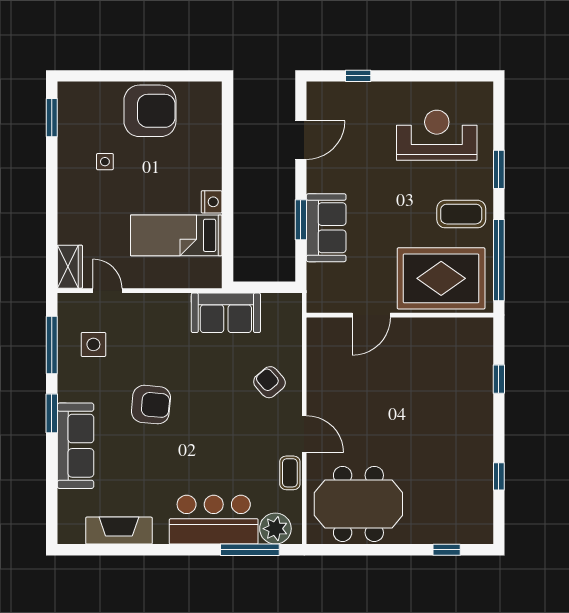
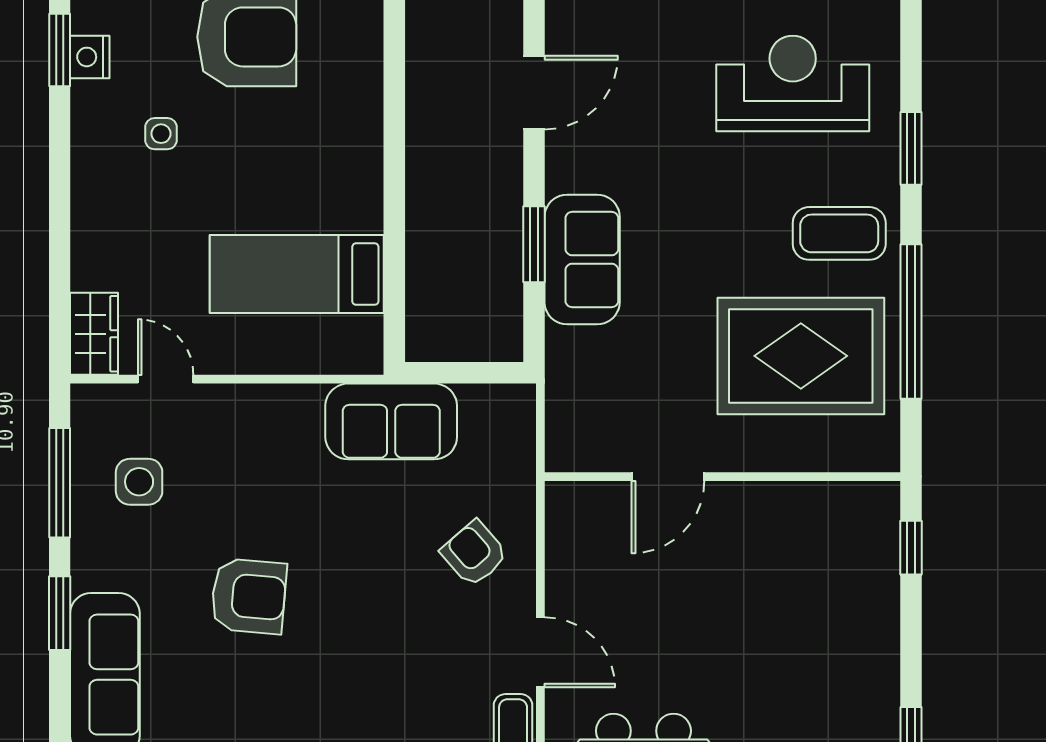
nightstand: (212, 202) -> (90, 57), moved, turned 180
door: (371, 315) -> (668, 477), moved
wall: (400, 315) -> (723, 477), moved

